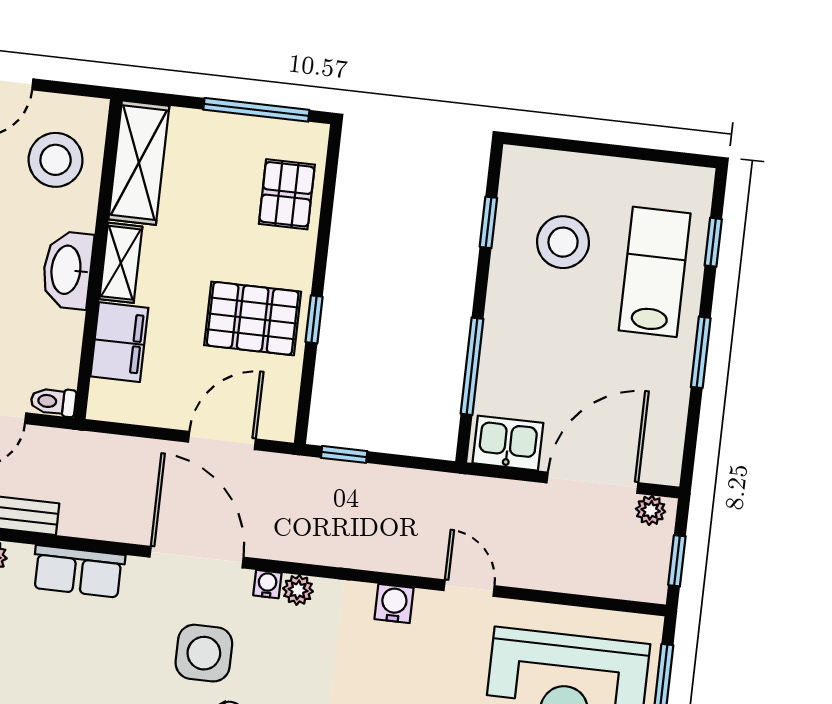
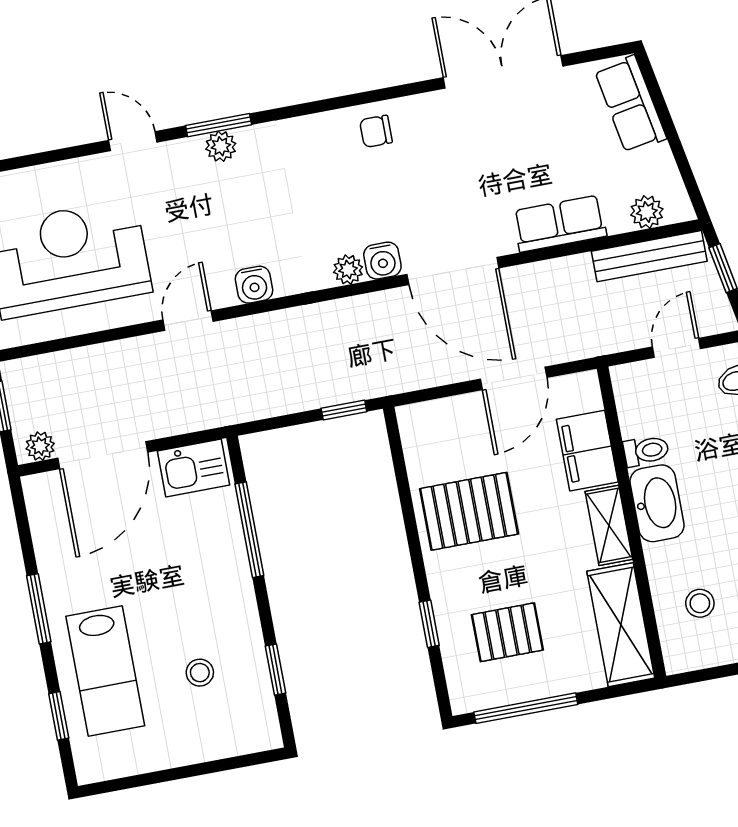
stool: (56, 160) -> (700, 603), width x0.53, depth x0.53
pallet: (287, 194) -> (507, 632), moved, turned 90
stool: (563, 242) -> (200, 673), width x0.53, depth x0.53
window: (314, 319) -> (429, 624), moved
toilet: (53, 402) -> (646, 451), moved
door: (222, 441) -> (514, 378), moved
water cooler: (267, 584) -> (382, 261), width x1.38, depth x1.38
door: (469, 588) -> (188, 321), swing flipped
side table: (204, 653) -> (418, 183), removed

